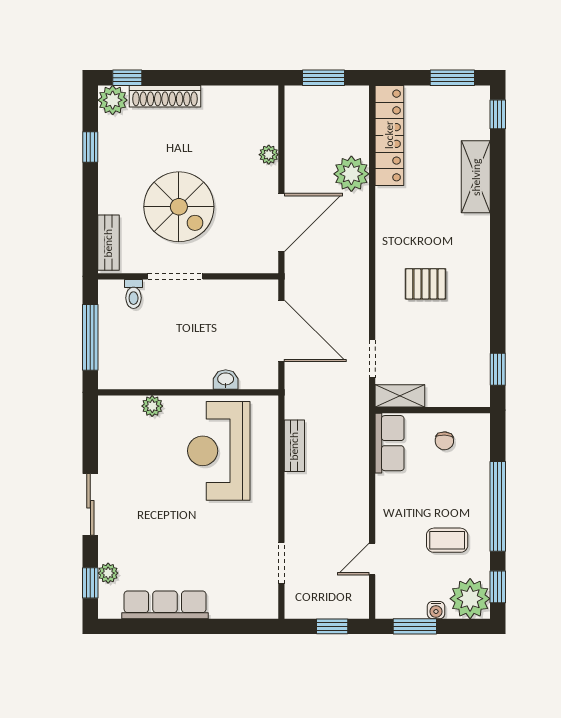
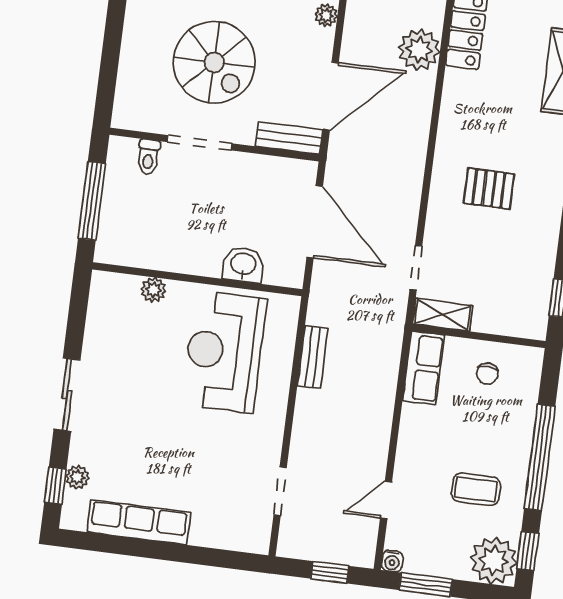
bench: (108, 243) -> (289, 138), moved, turned 90
washbasin: (226, 380) -> (243, 265), width x1.38, depth x1.45
water cooler: (436, 610) -> (392, 561), moved

